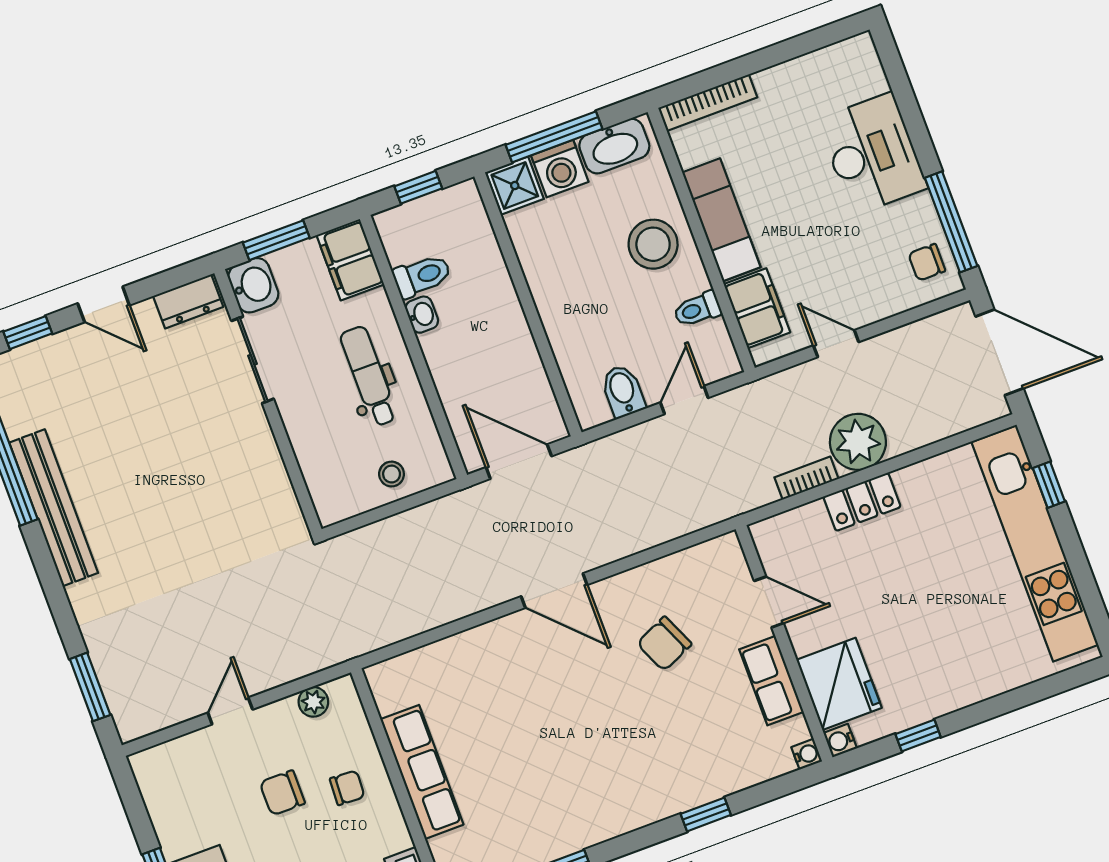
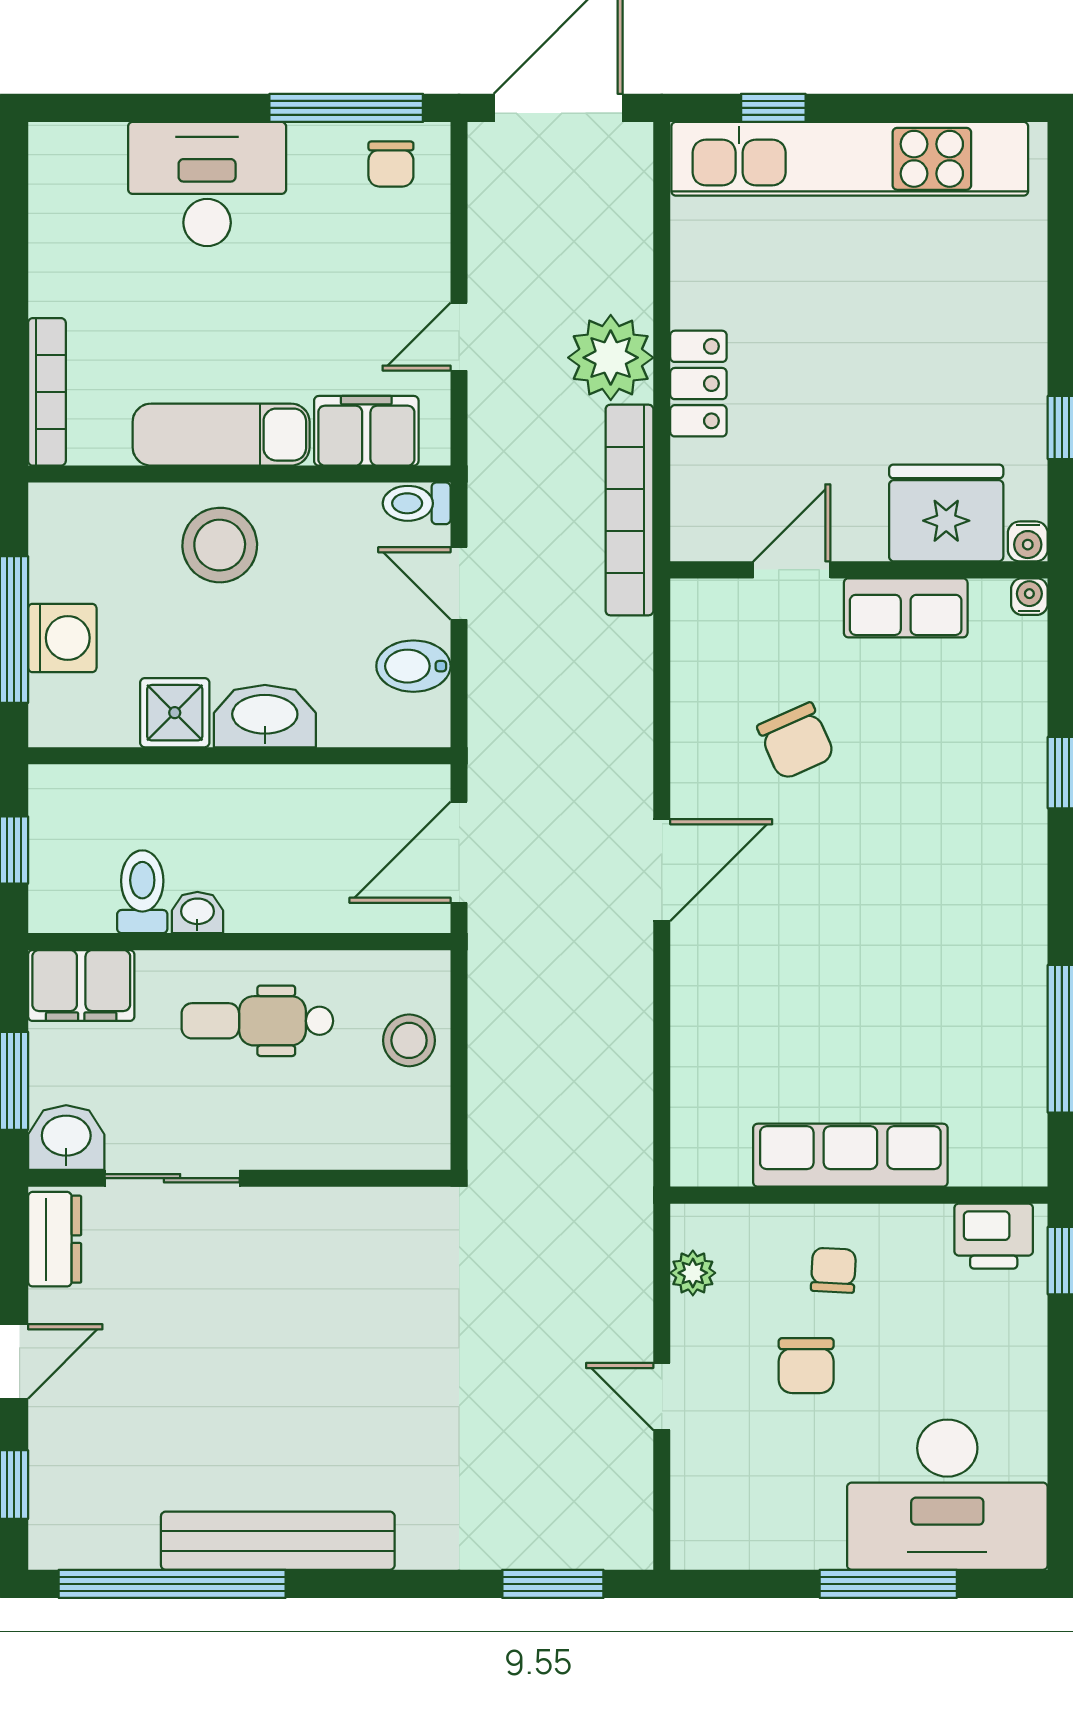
washbasin: (614, 146) -> (265, 716), moved, turned -90
shower: (515, 186) -> (175, 713), moved
toilet: (697, 309) -> (417, 503), moved, turned 90
stool: (392, 474) -> (409, 1040), width x1.37, depth x1.37
bookcase: (806, 478) -> (629, 510), width x2.31, depth x1.31

